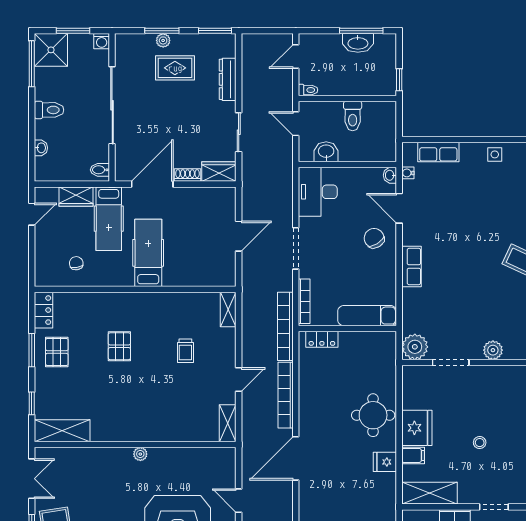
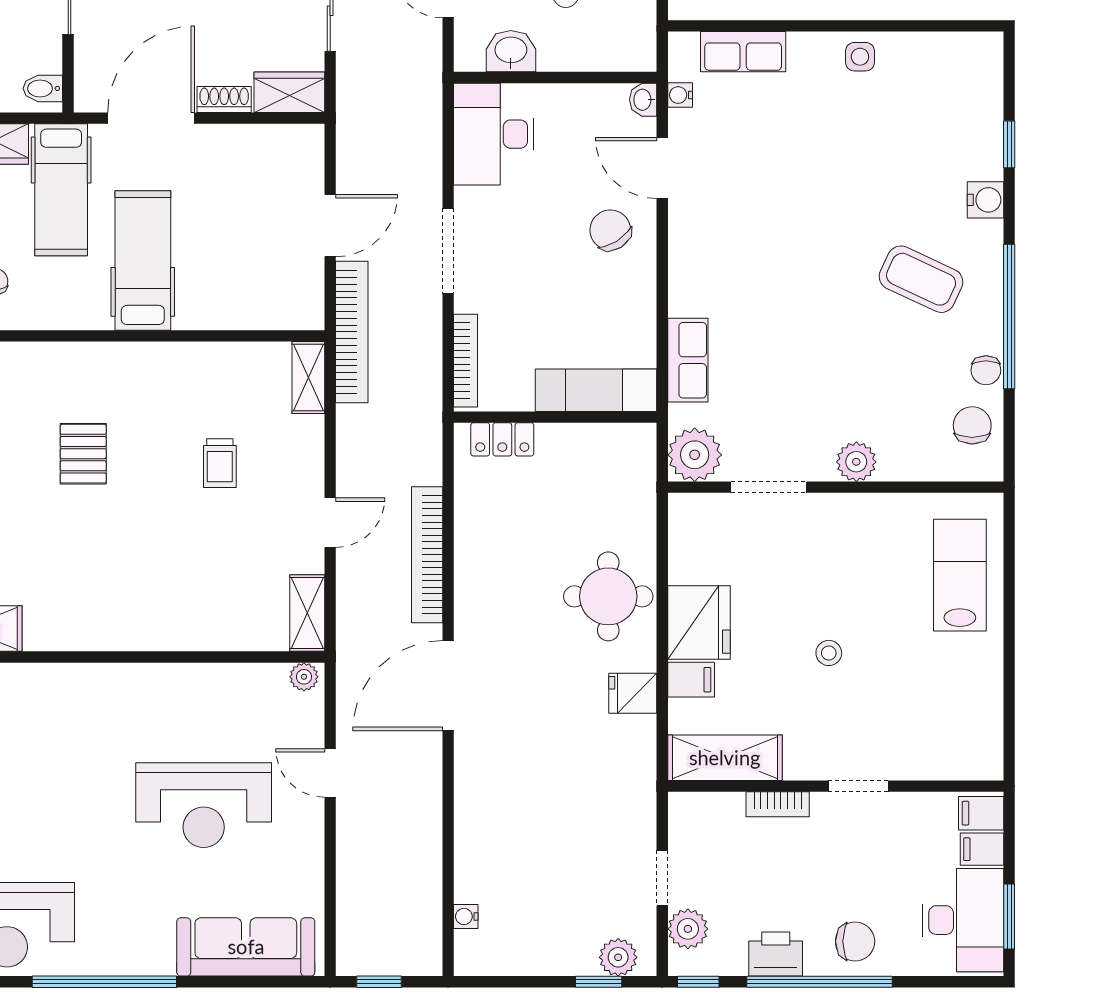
row of seats: (412, 267) -> (688, 360), moved
bookcase: (285, 326) -> (352, 332), moved, turned 180
plant: (140, 454) -> (304, 677), moved

